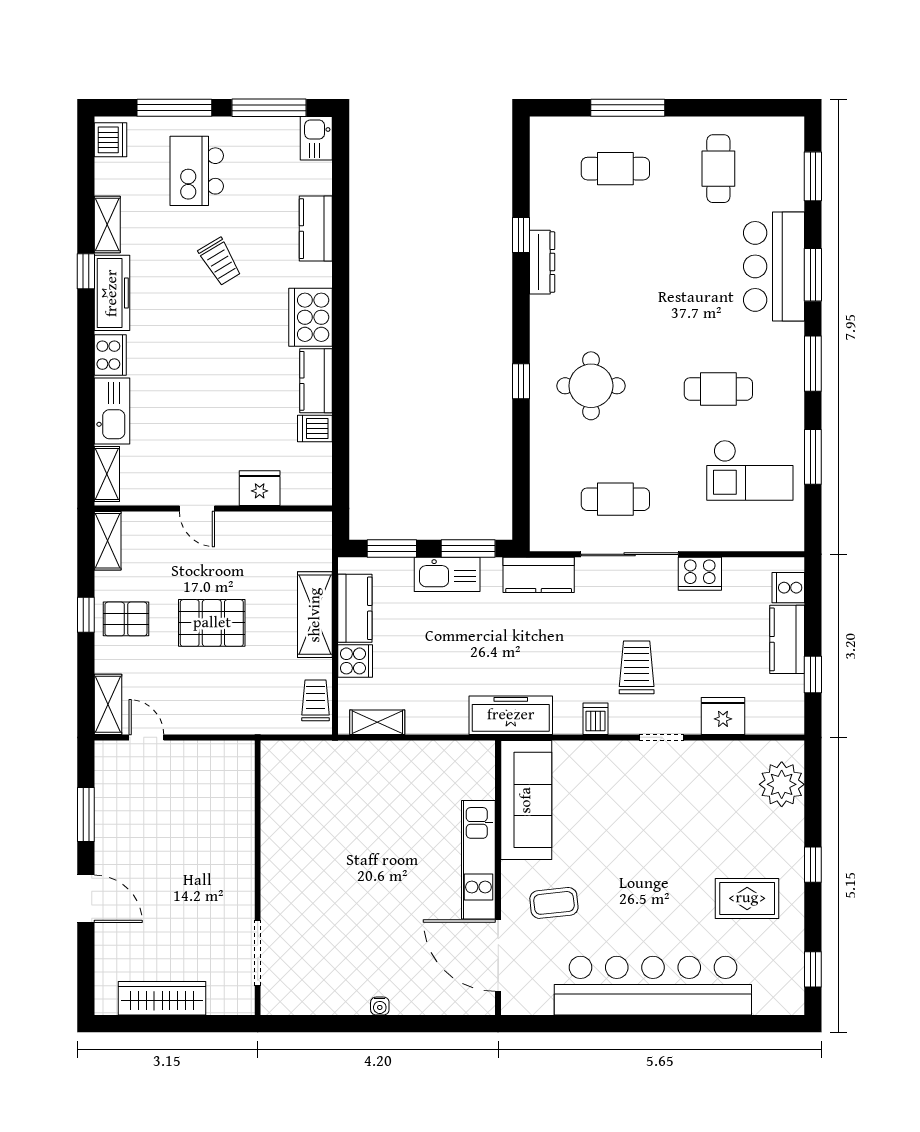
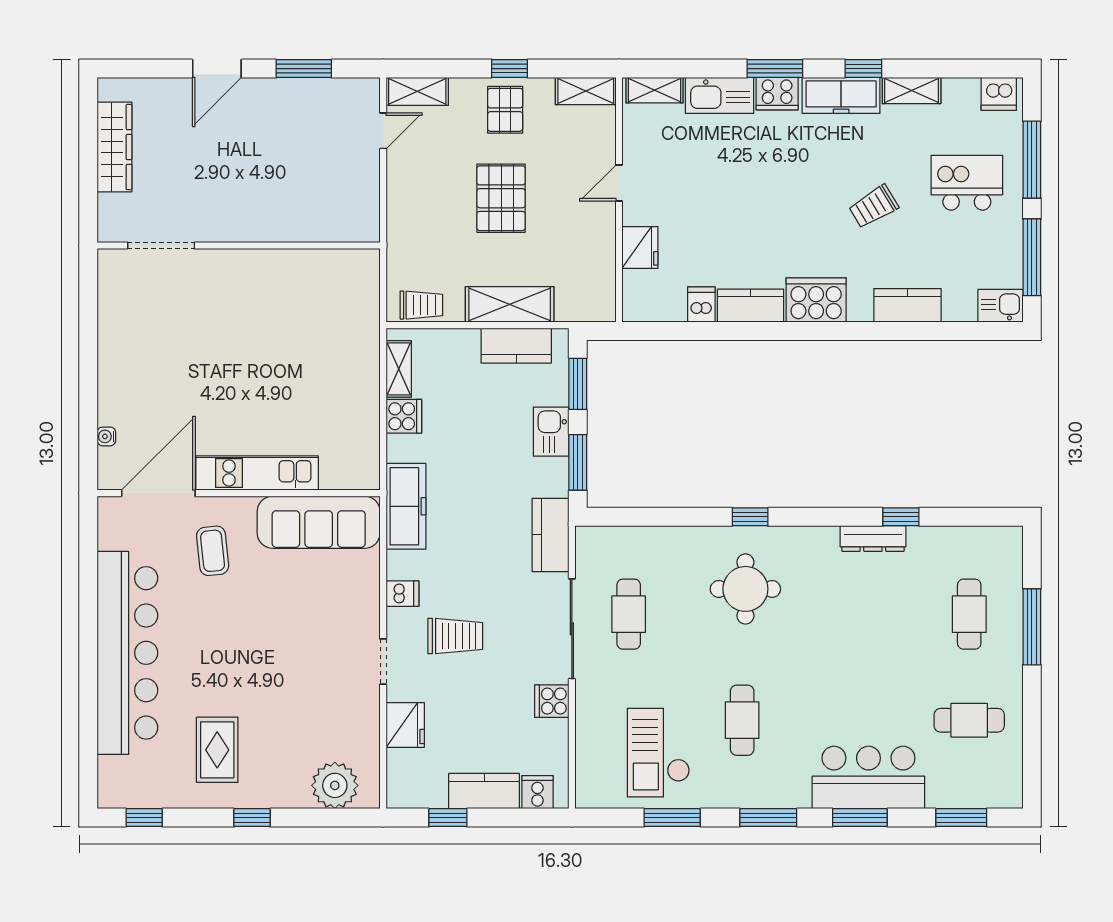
window: (86, 357) -> (775, 69), added
kitchen sink: (447, 574) -> (551, 432), width x0.73
cooker: (700, 574) -> (552, 701), width x0.73
cooker: (355, 661) -> (404, 416), moved, turned -90
water cooler: (380, 1006) -> (106, 436), moved

